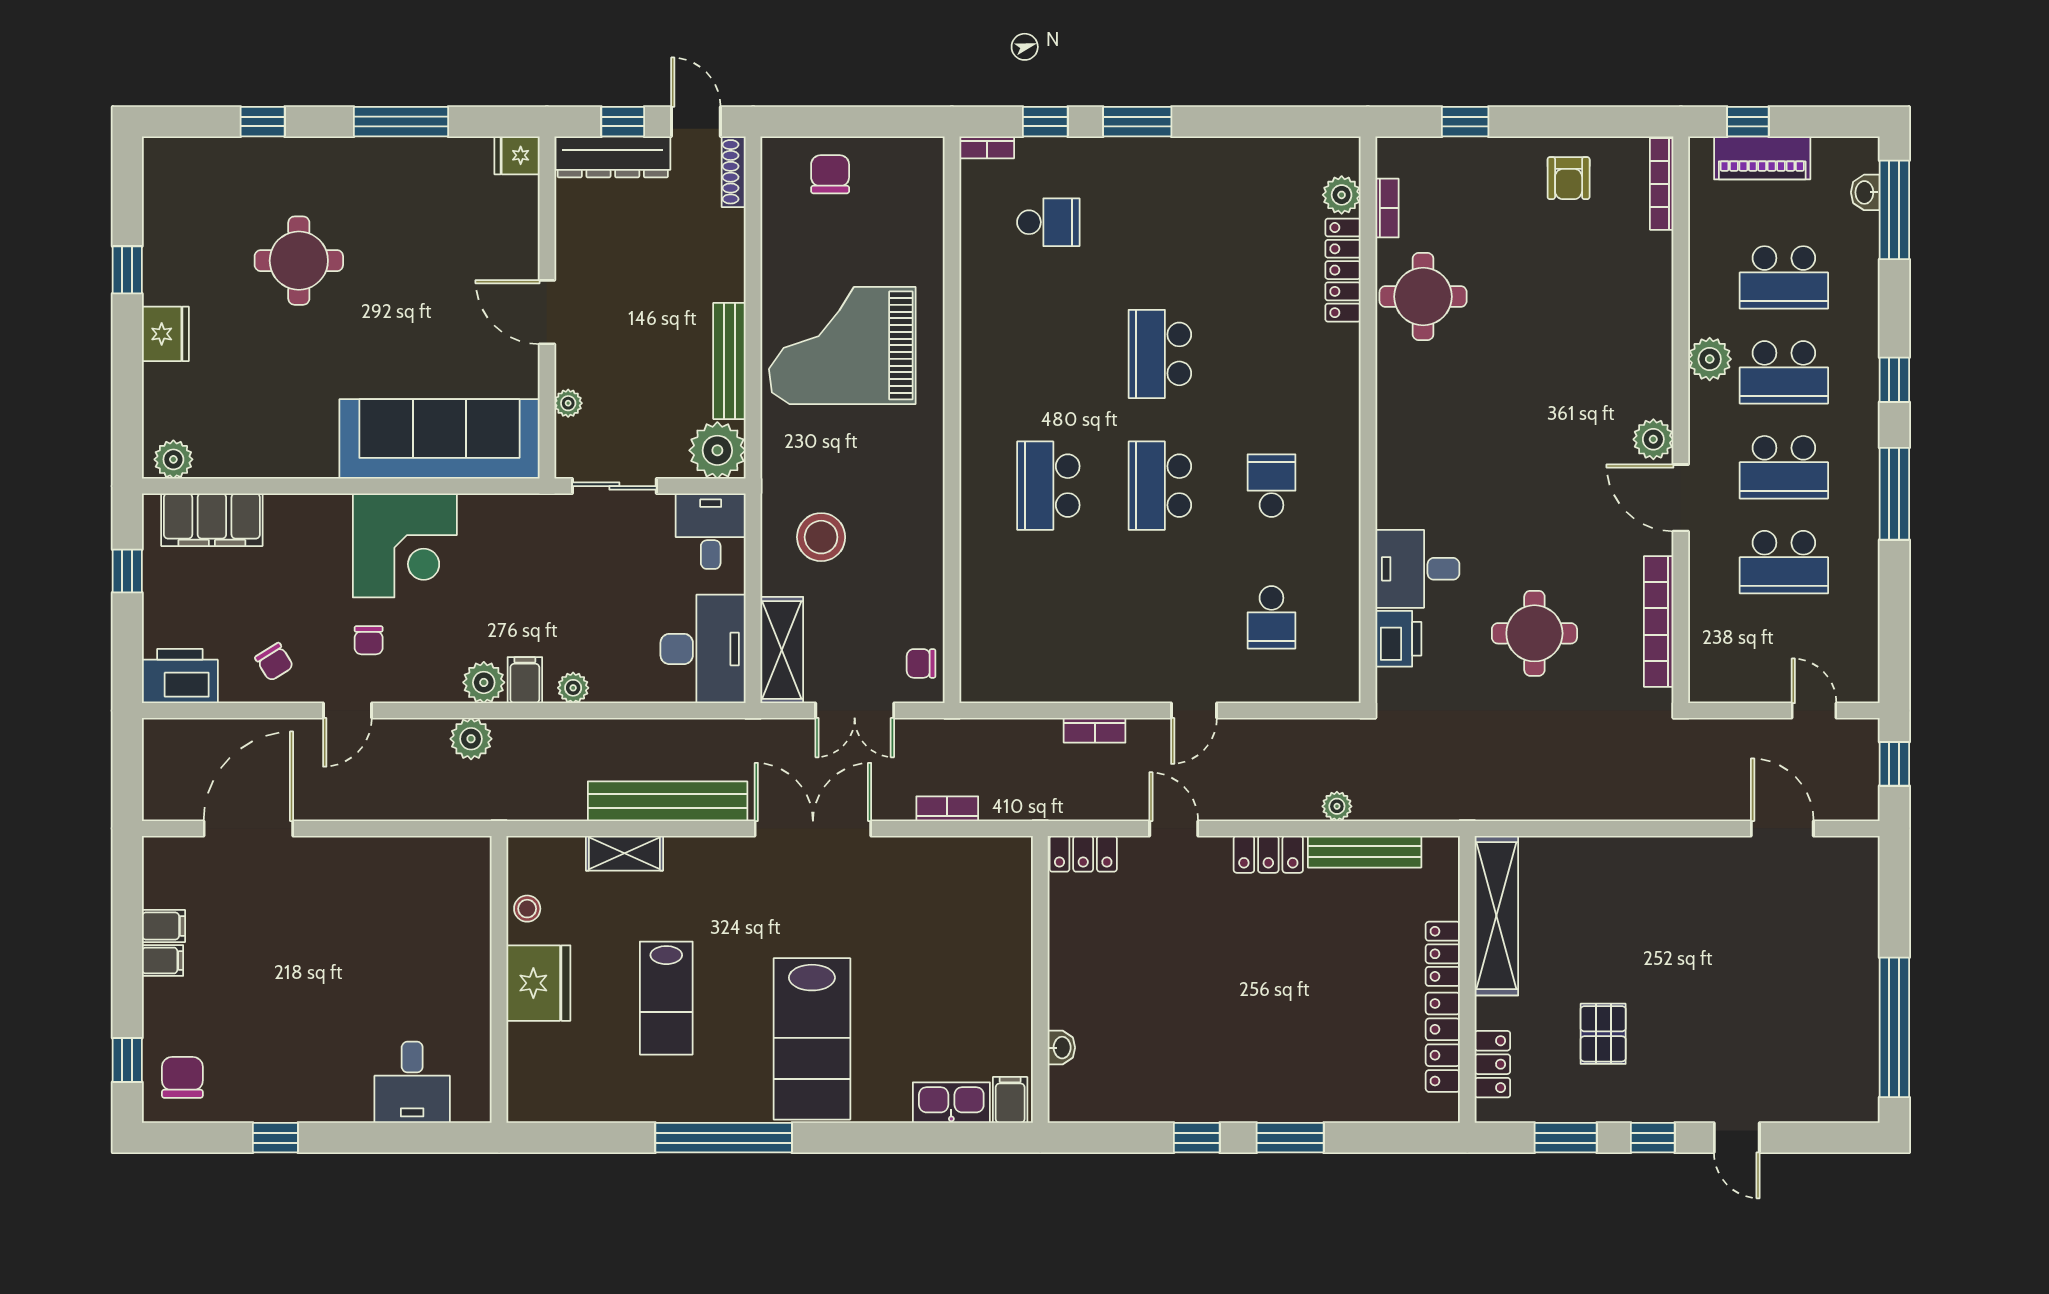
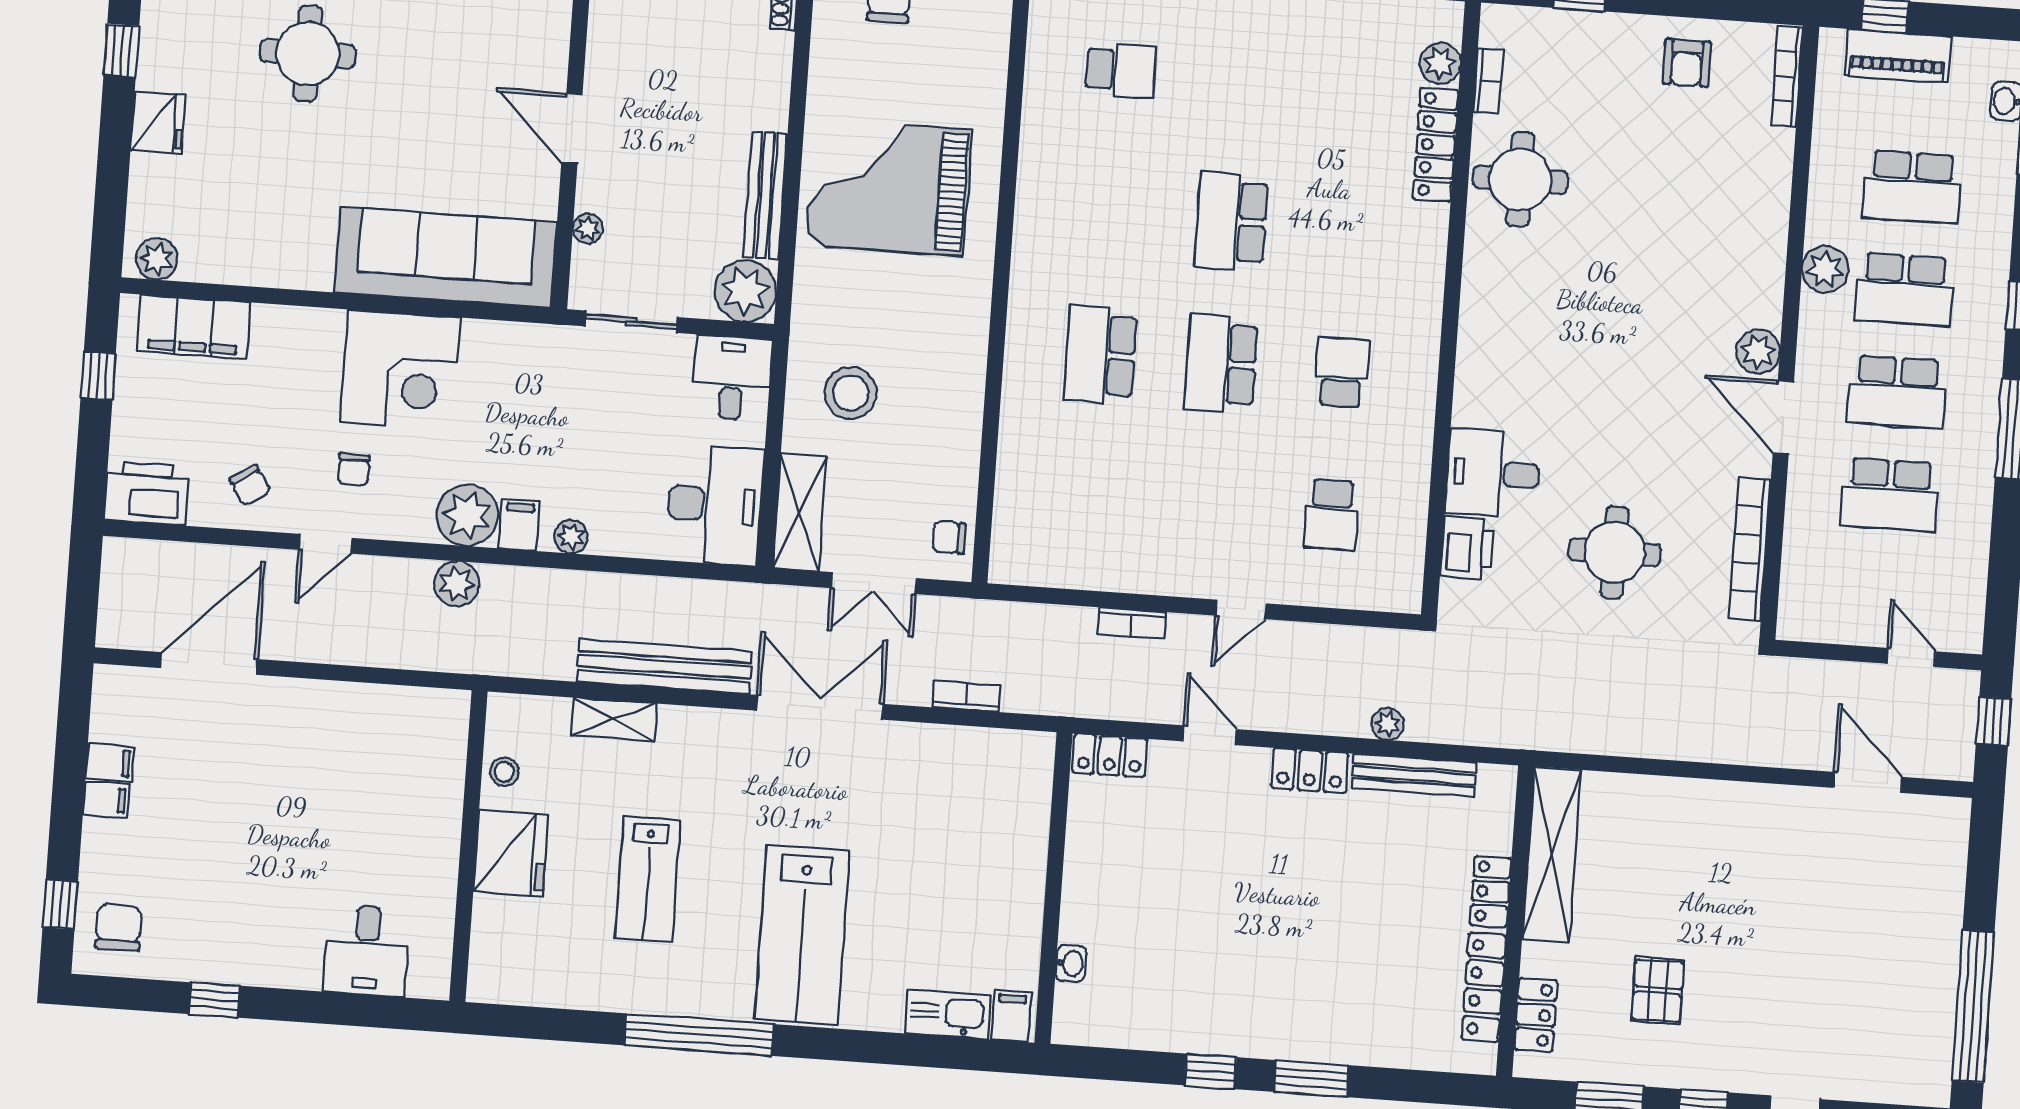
plant: (484, 682) -> (467, 515), width x1.36, depth x1.36

